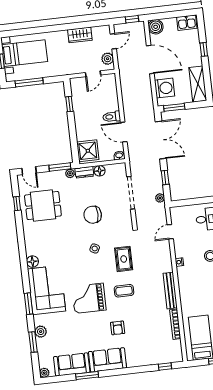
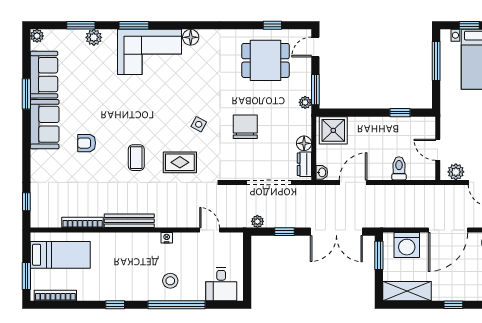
toilet: (112, 117) -> (399, 168), moved
dresser: (84, 172) -> (304, 164), moved
dining table: (43, 206) -> (266, 60), turned 90
grand piano: (89, 298) -> (132, 109), removed

